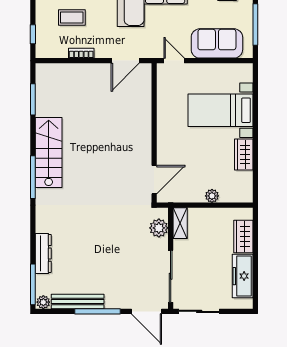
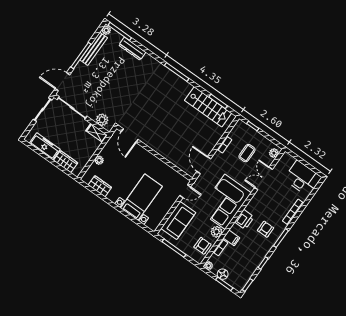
stairs: (49, 153) -> (208, 107), moved
wardrobe: (244, 154) -> (100, 186), moved

